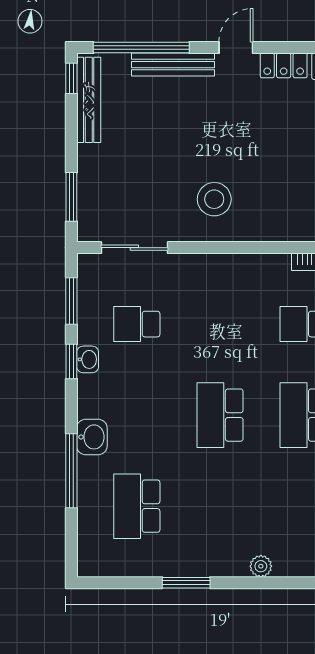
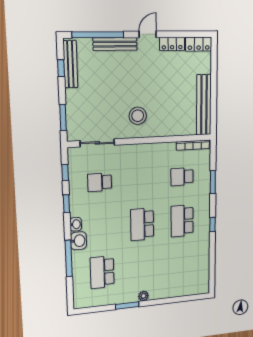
window: (71, 78) -> (61, 68), moved
window: (71, 301) -> (65, 173), width x0.67
washbasin: (88, 359) -> (76, 224), moved
plant: (261, 566) -> (143, 296), moved

